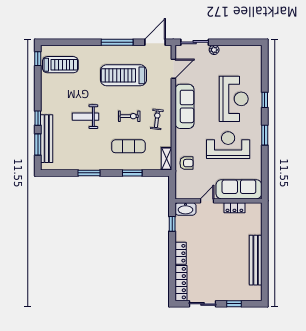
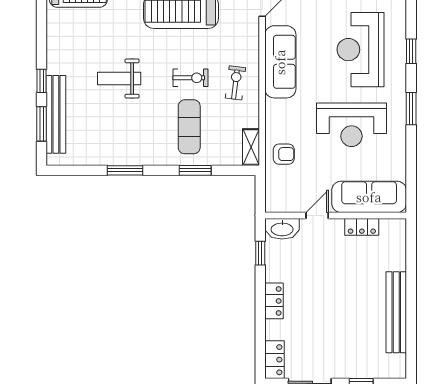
reception desk: (234, 99) -> (361, 50), turned 180
reception desk: (228, 145) -> (351, 125), turned 180
exercise mat: (128, 146) -> (189, 127), turned 90
locker: (181, 283) -> (275, 360), width x0.66

